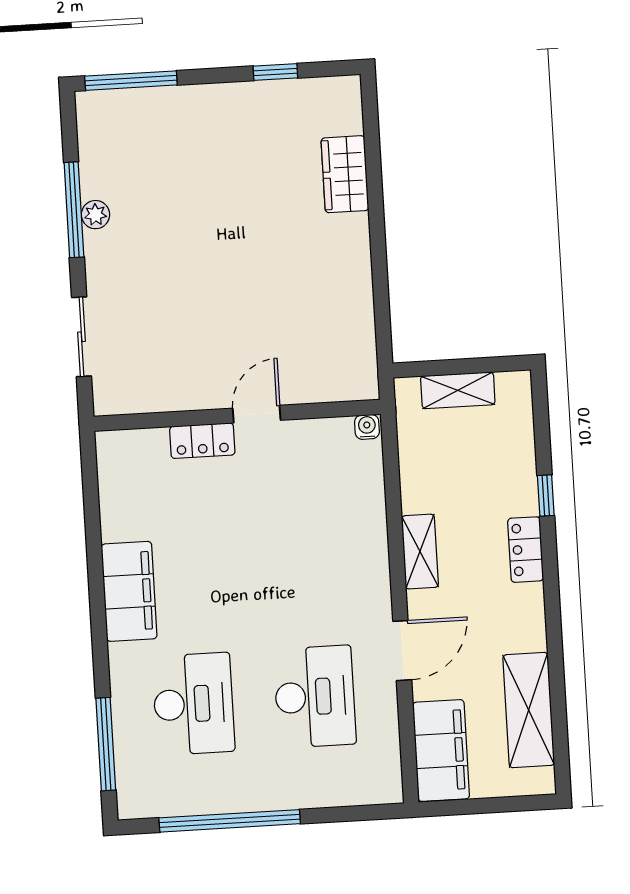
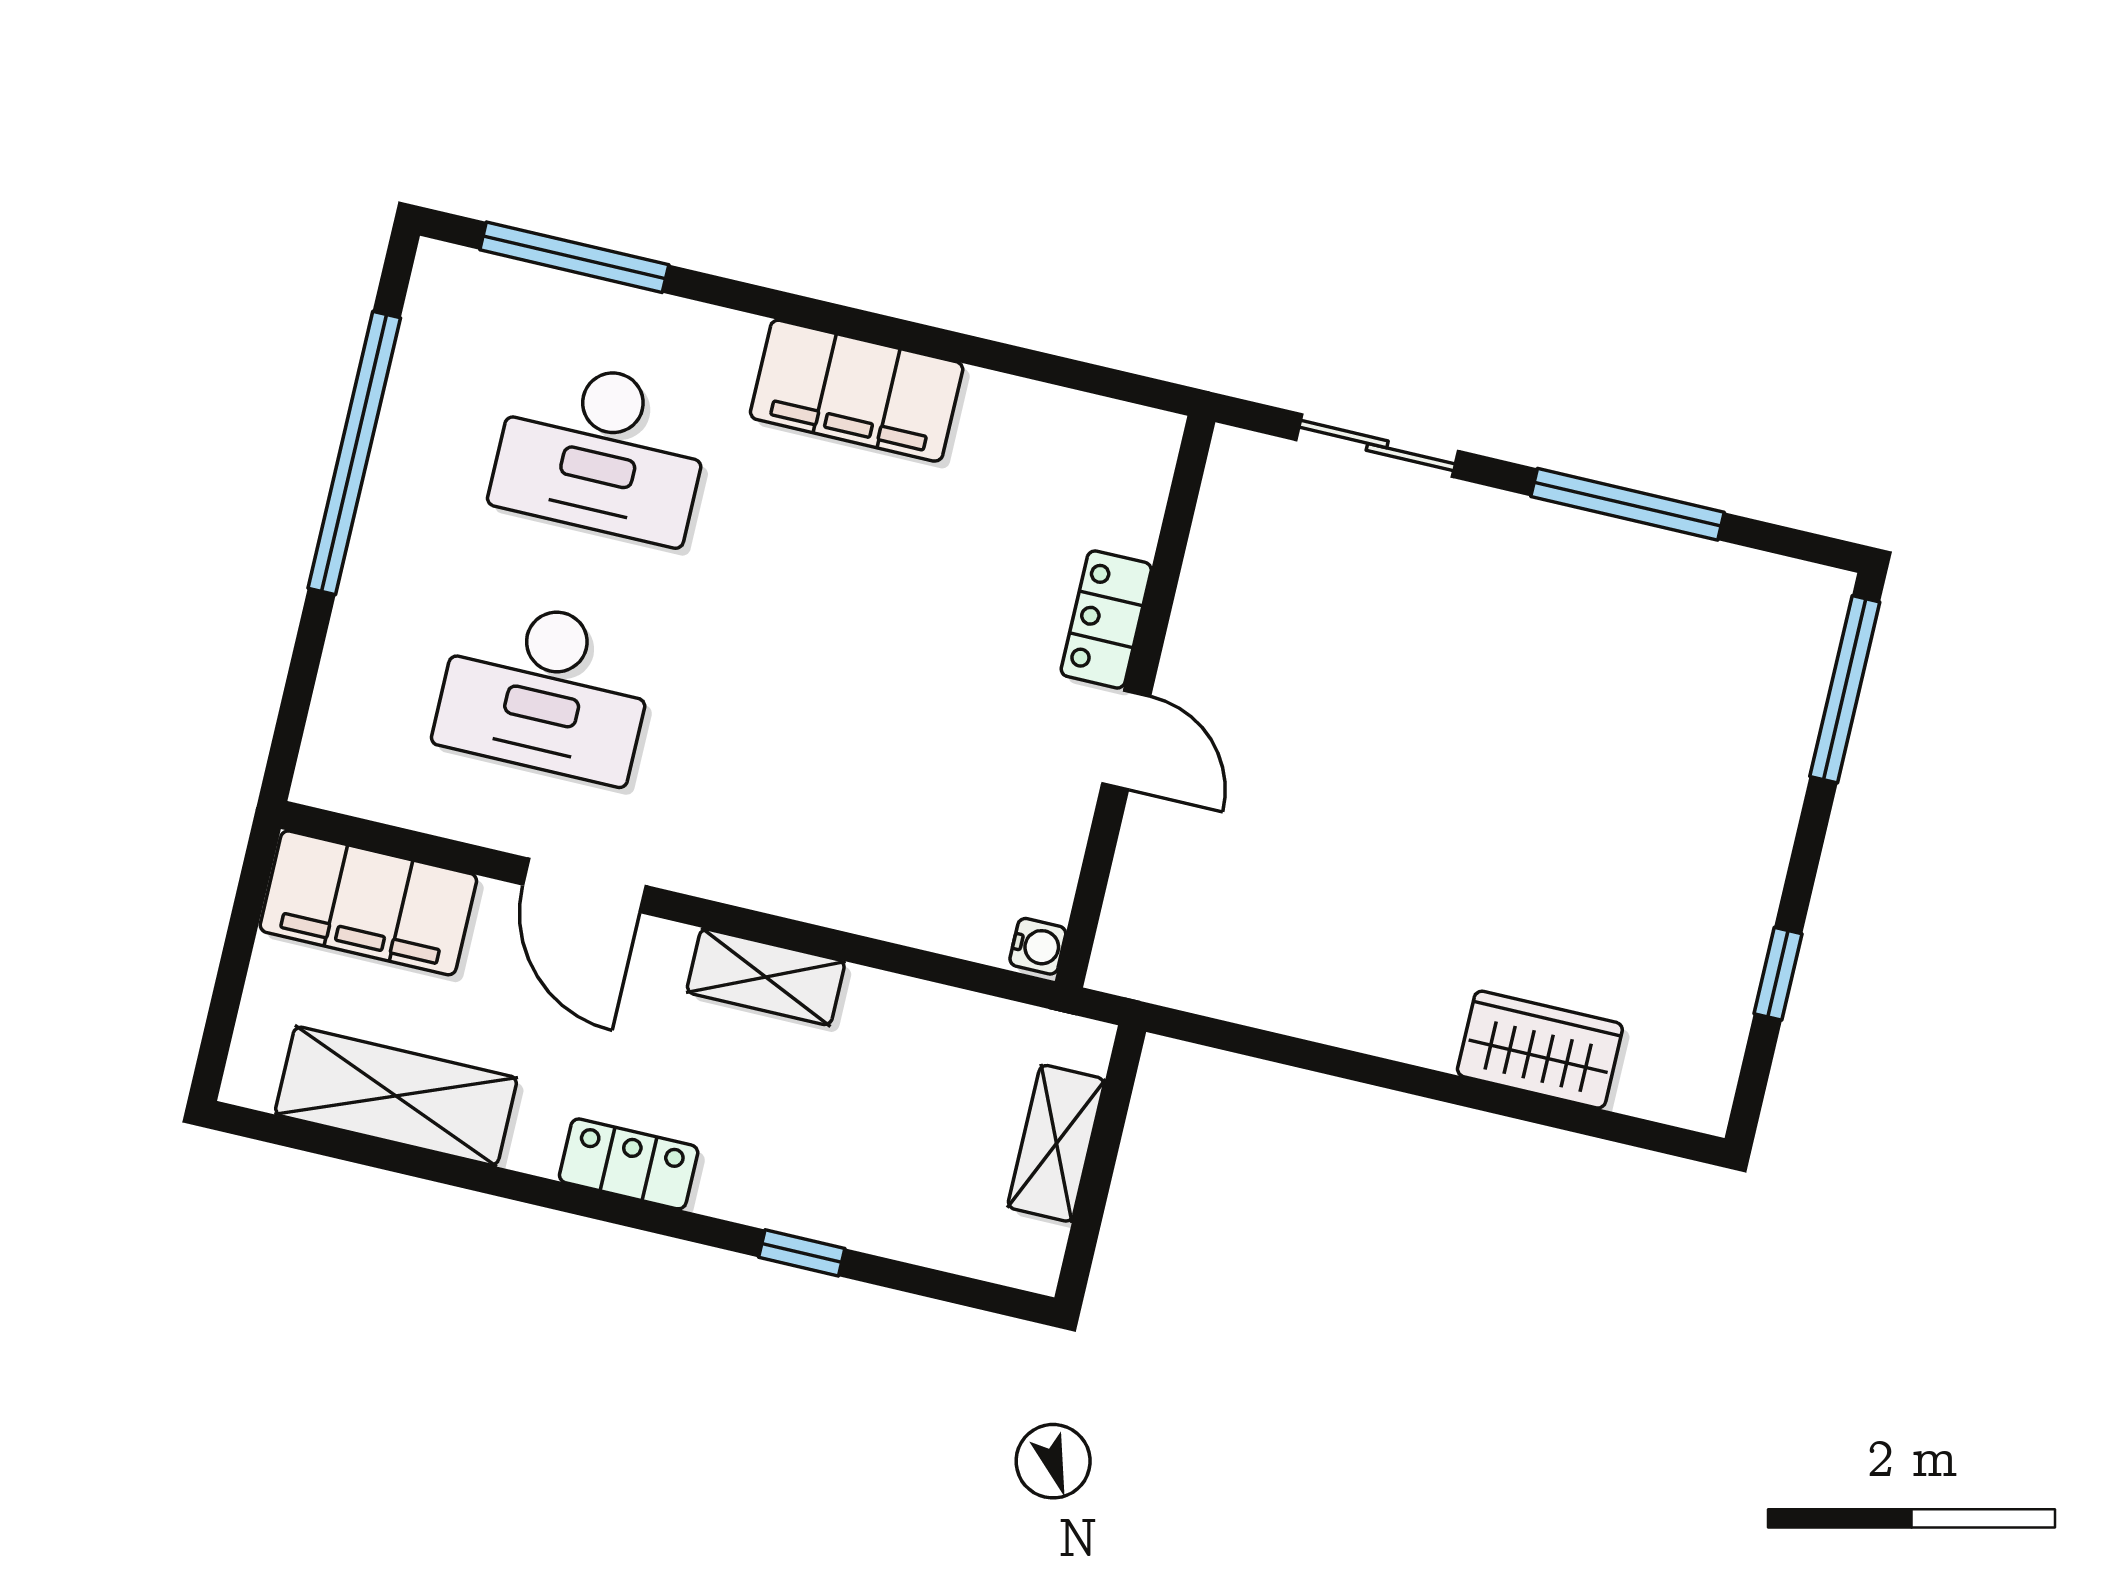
plant: (96, 215) -> (1606, 543), removed
locker: (526, 550) -> (629, 1164), moved

